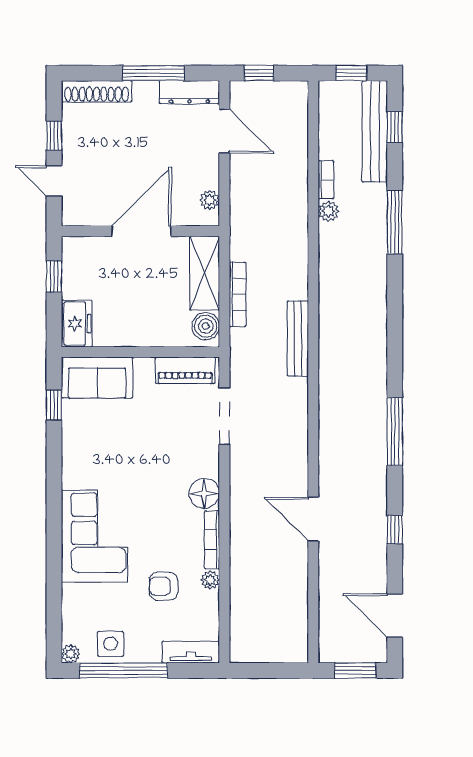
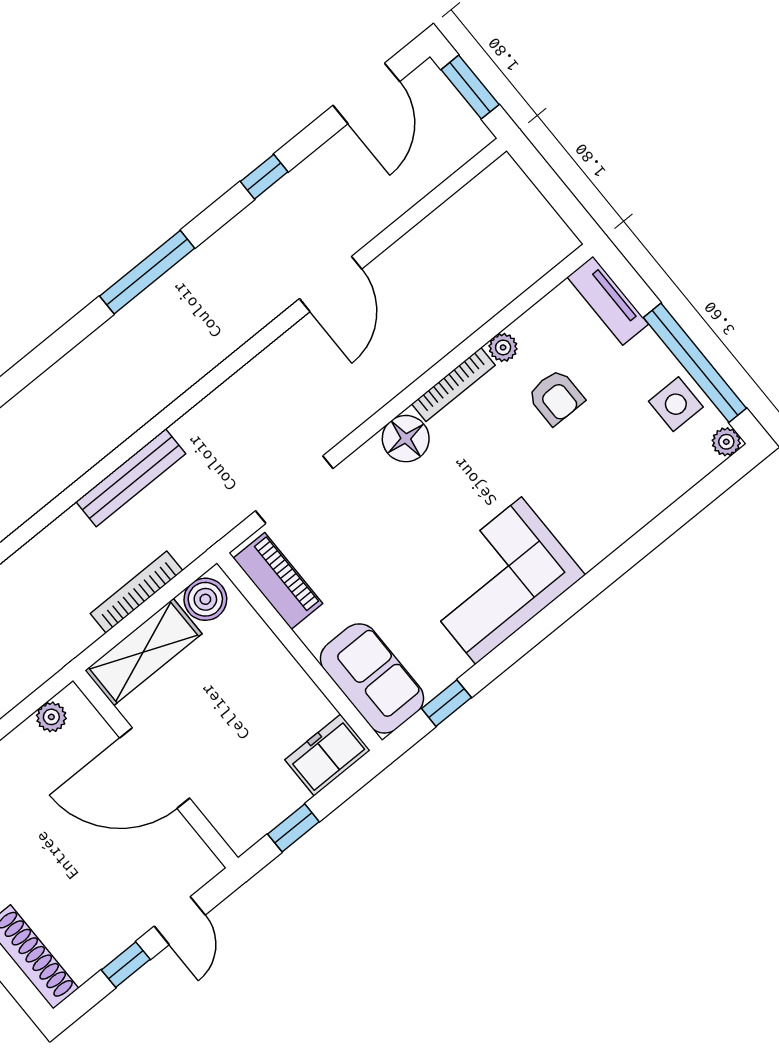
corner sofa: (94, 536) -> (499, 581), moved

